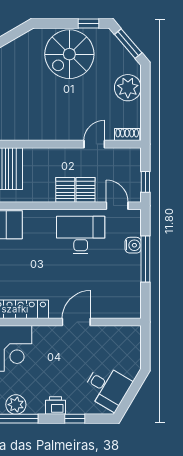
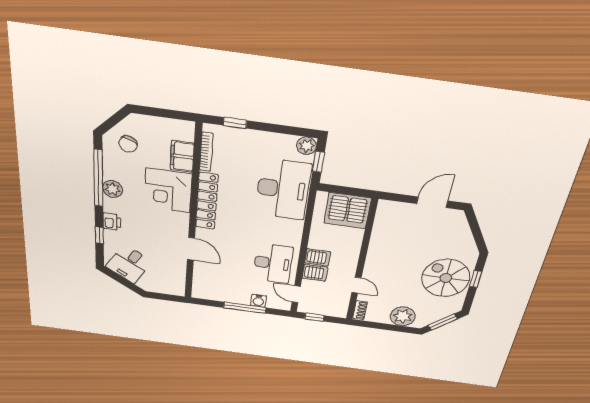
window: (89, 23) -> (476, 279), moved
door: (117, 206) -> (296, 294), swing flipped

